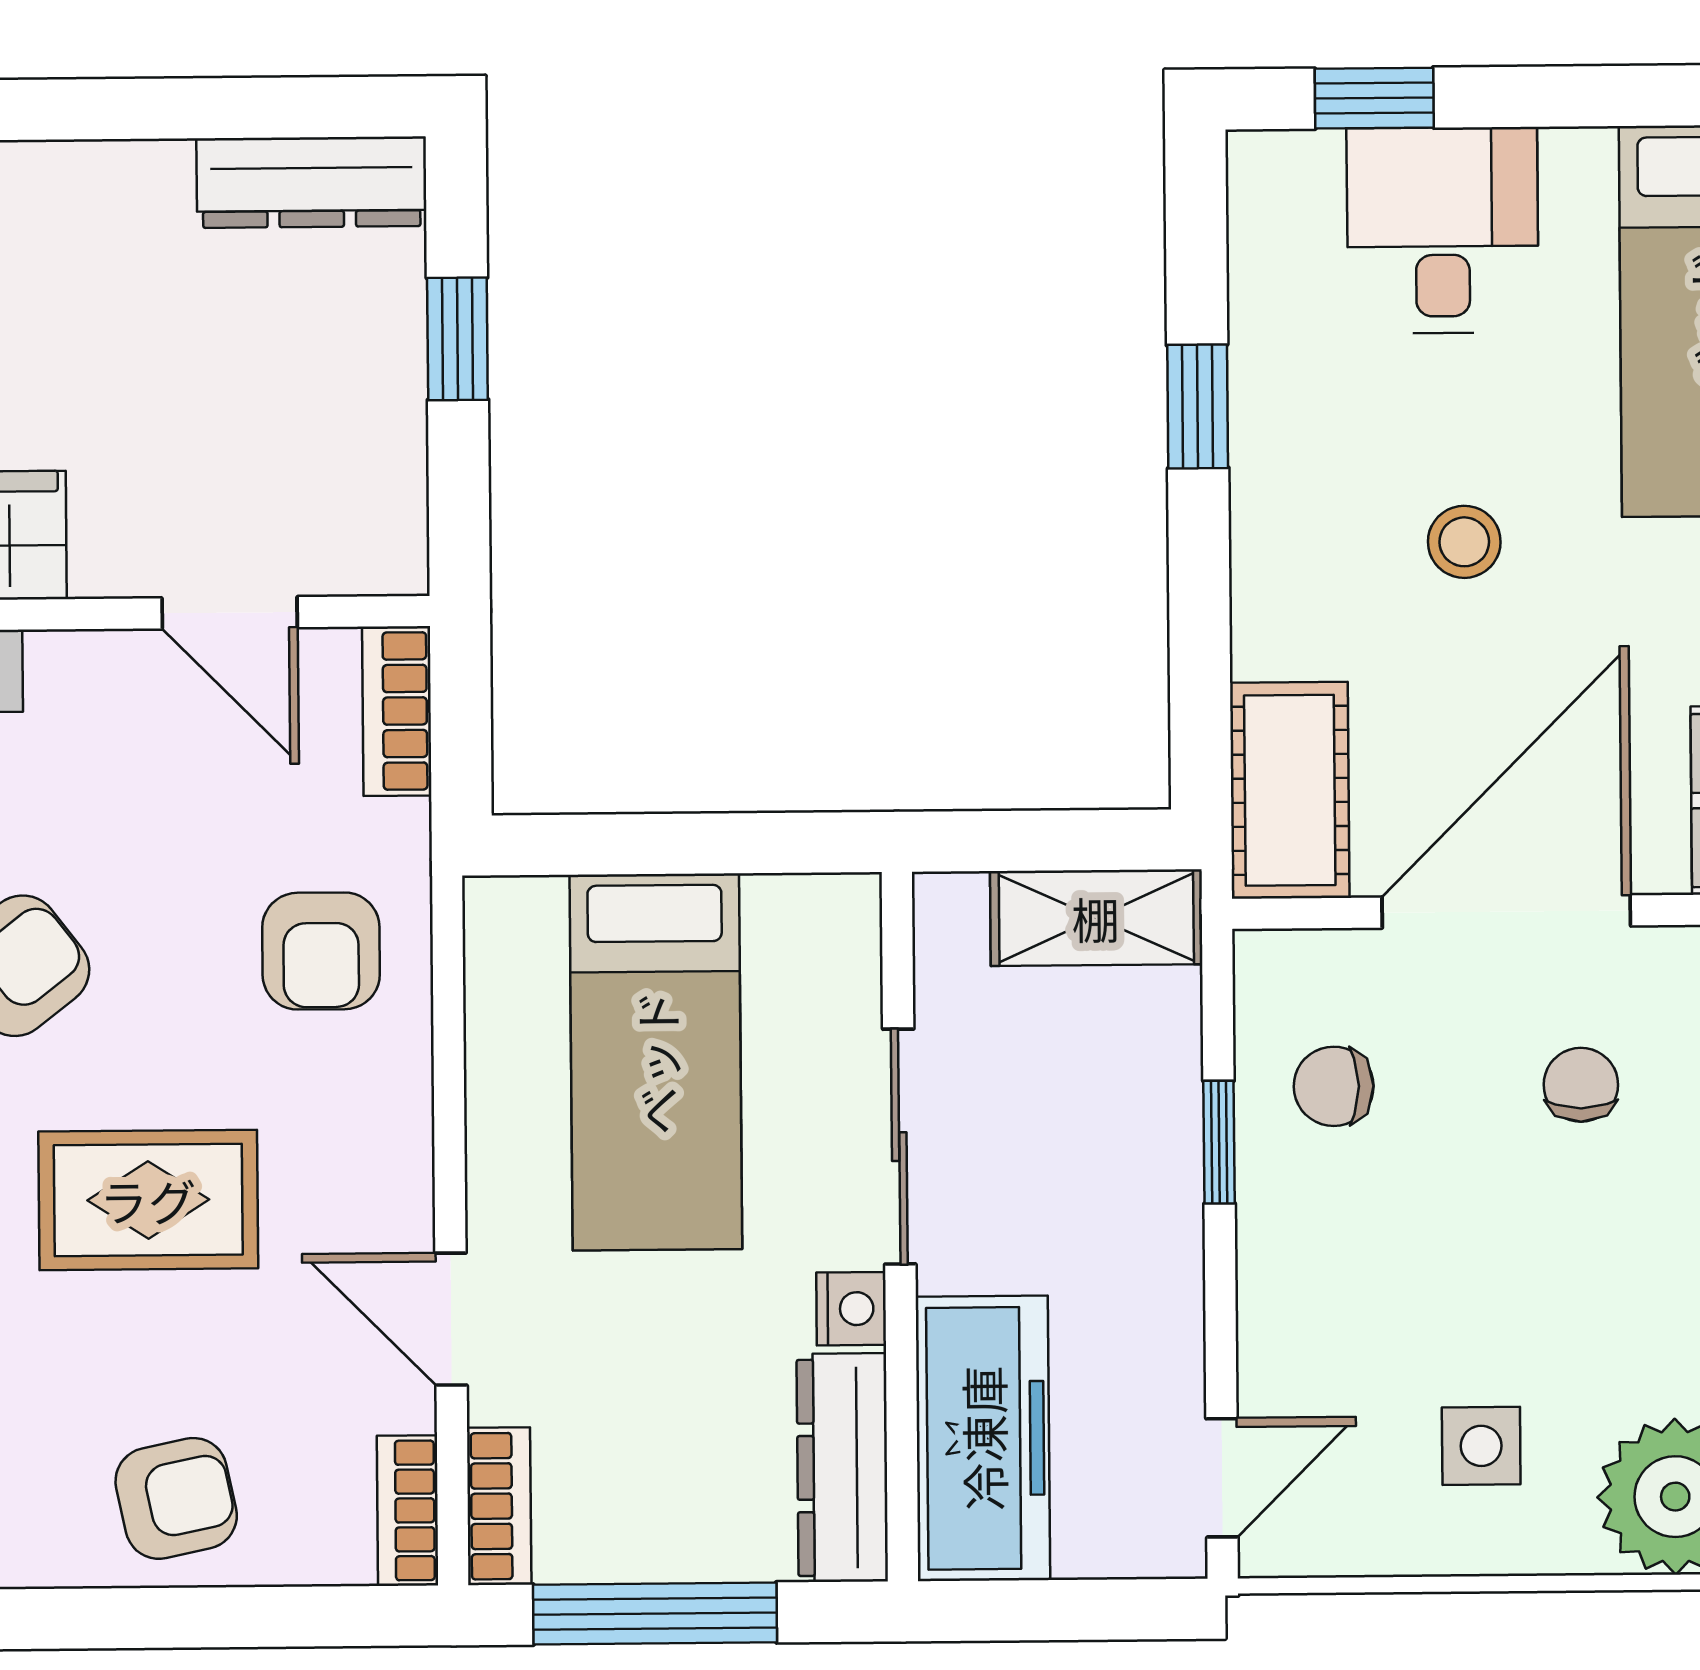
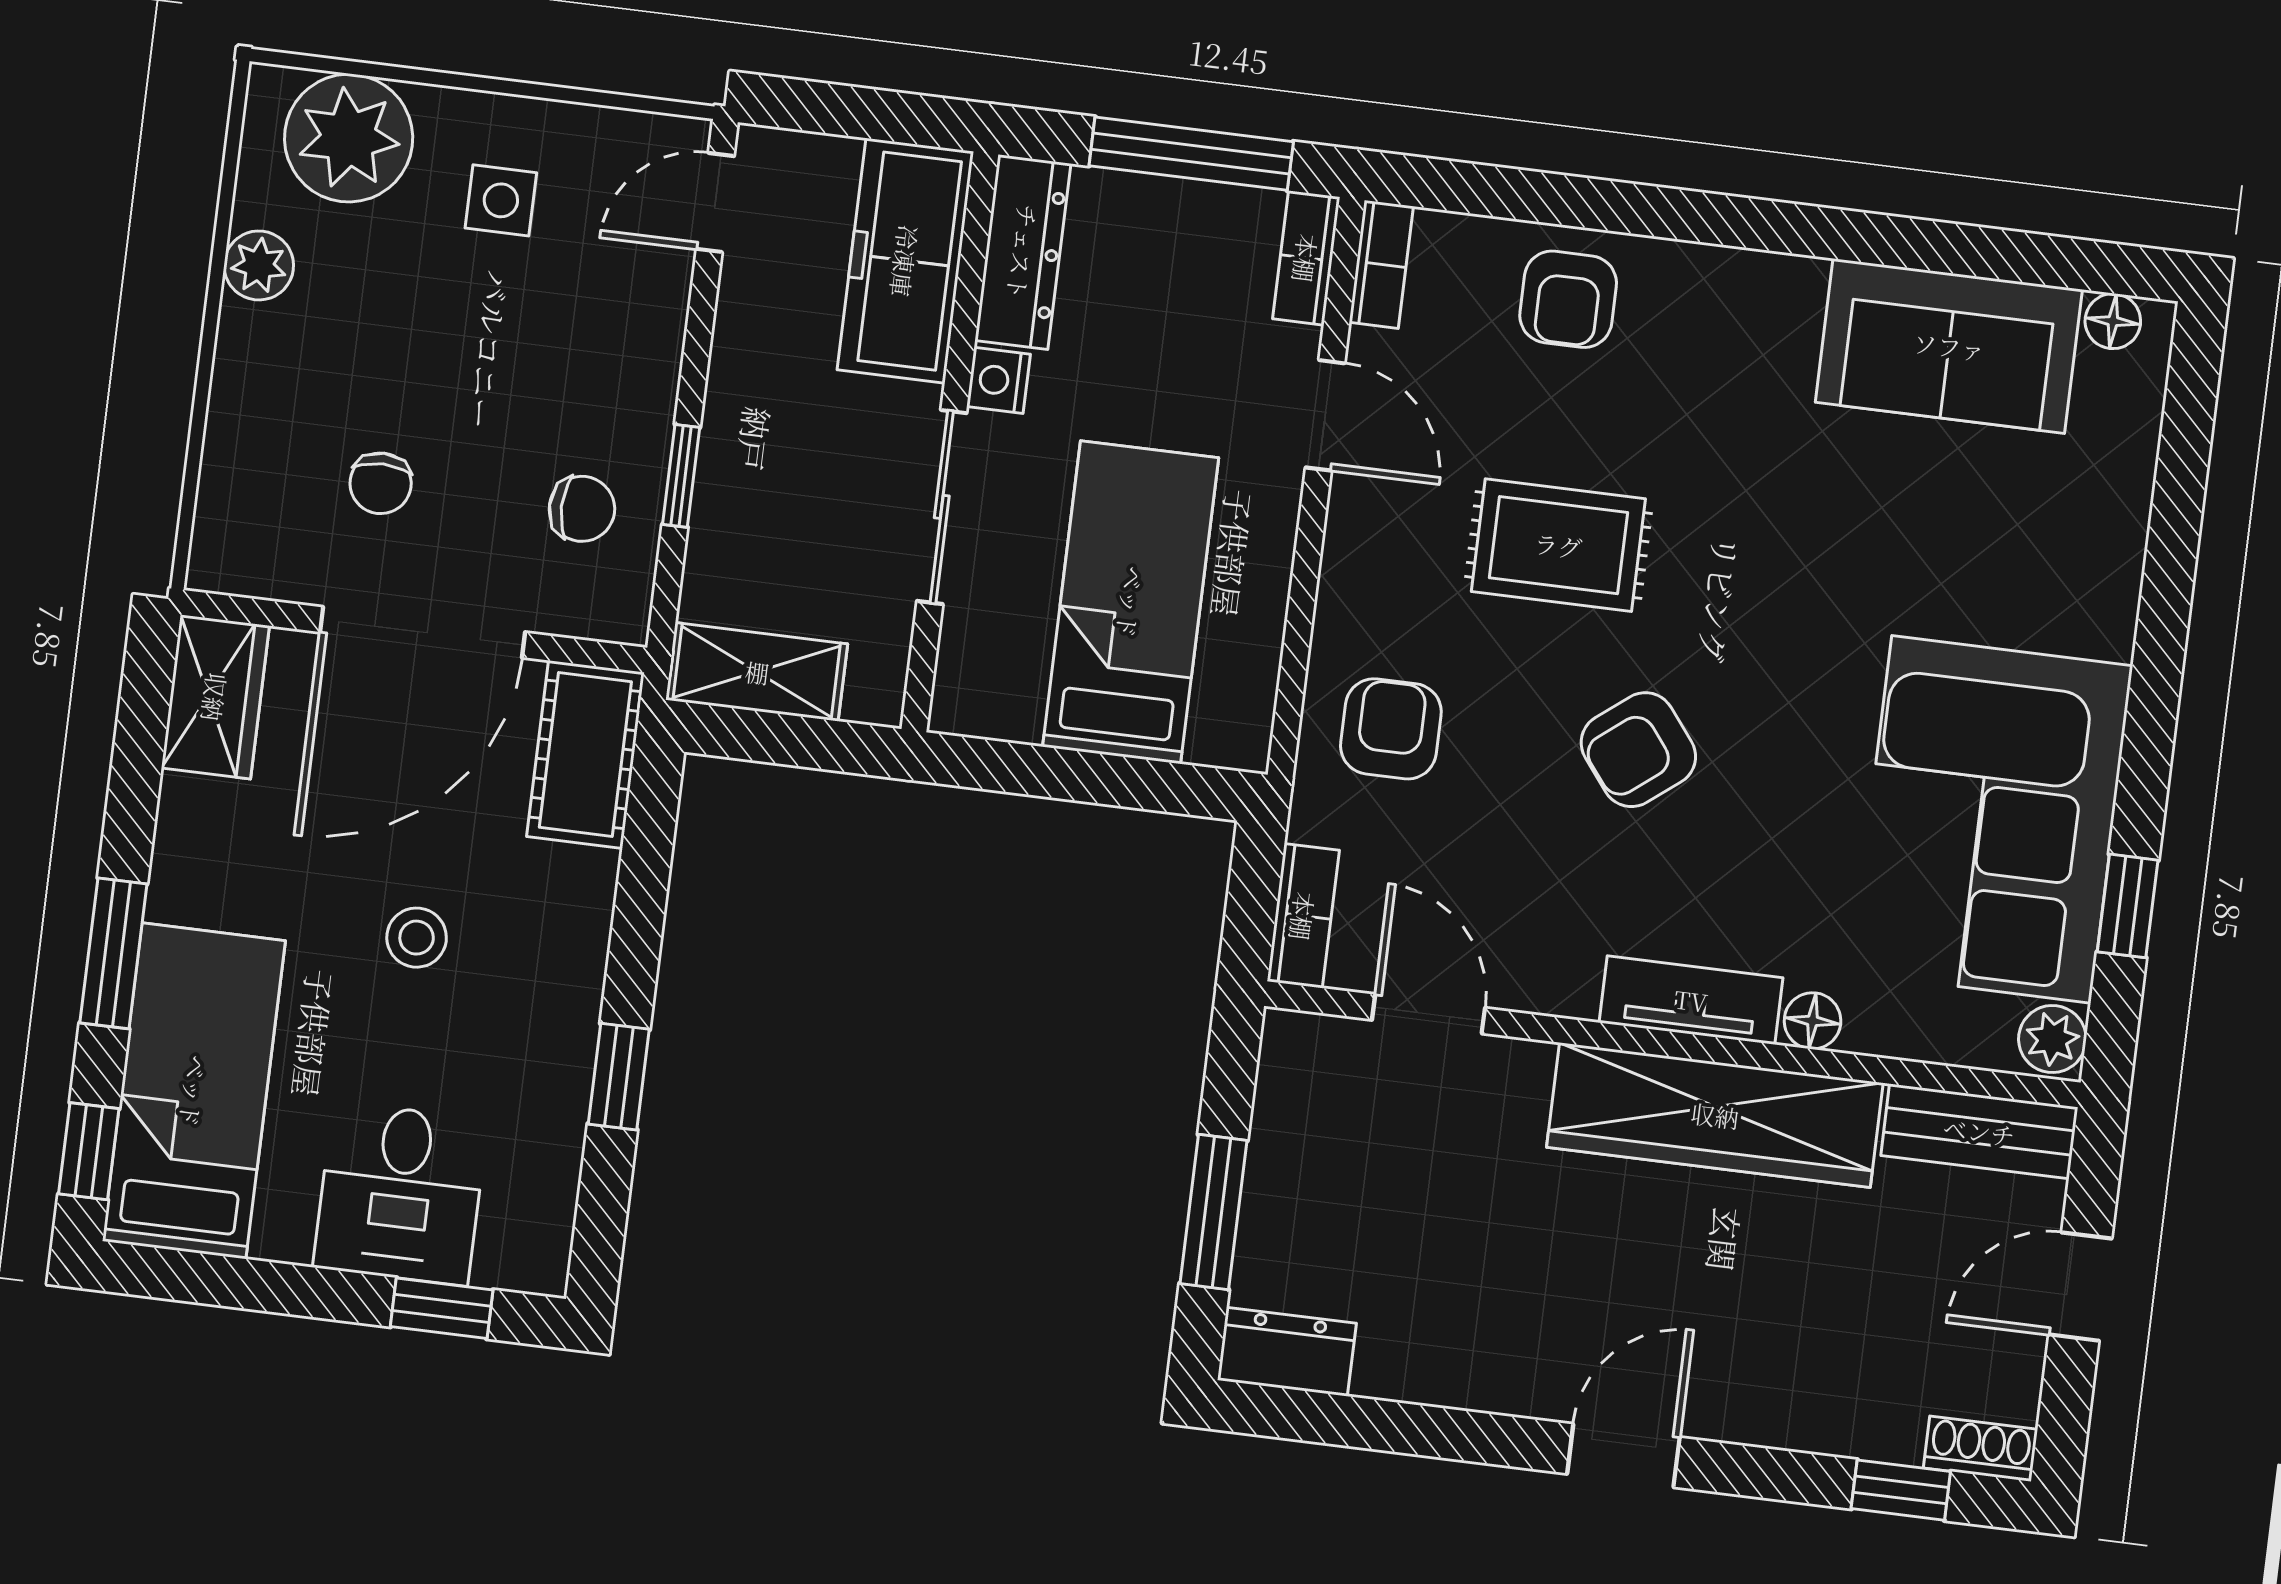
dresser: (311, 182) -> (1287, 1352), width x0.70
window: (457, 339) -> (1213, 1212), width x1.50
armchair: (176, 1498) -> (1568, 299), turned -78

